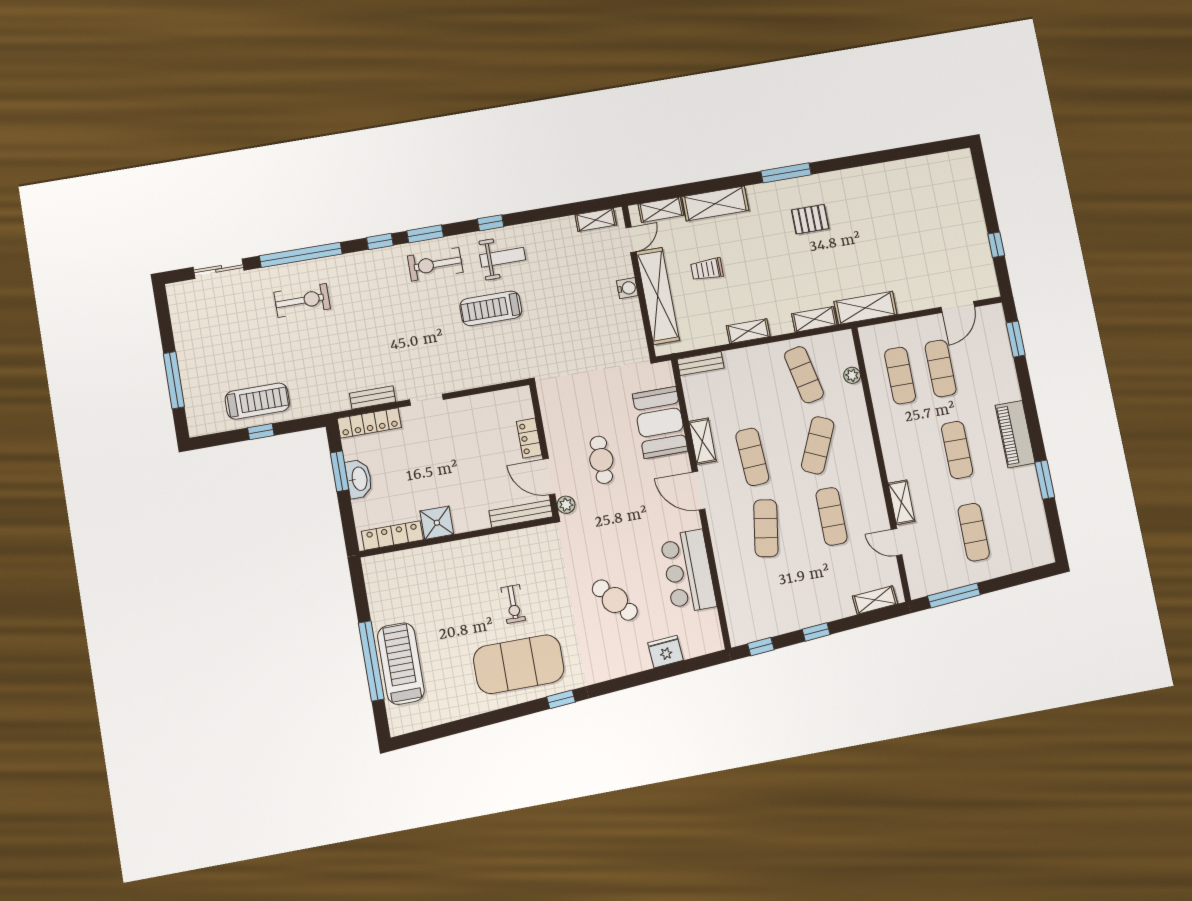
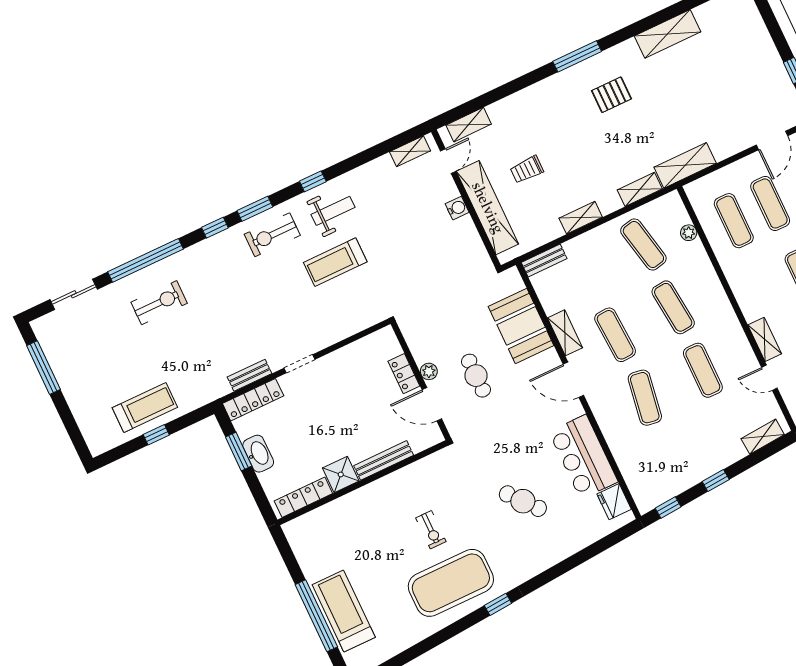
shelving: (715, 204) -> (668, 34), moved
window: (174, 380) -> (44, 368), moved
exercise mat: (818, 445) -> (673, 307), turned -30
plant: (566, 505) -> (429, 371), moved
bench: (521, 514) -> (384, 460), moved
fridge: (666, 652) -> (614, 502), moved, turned -86

